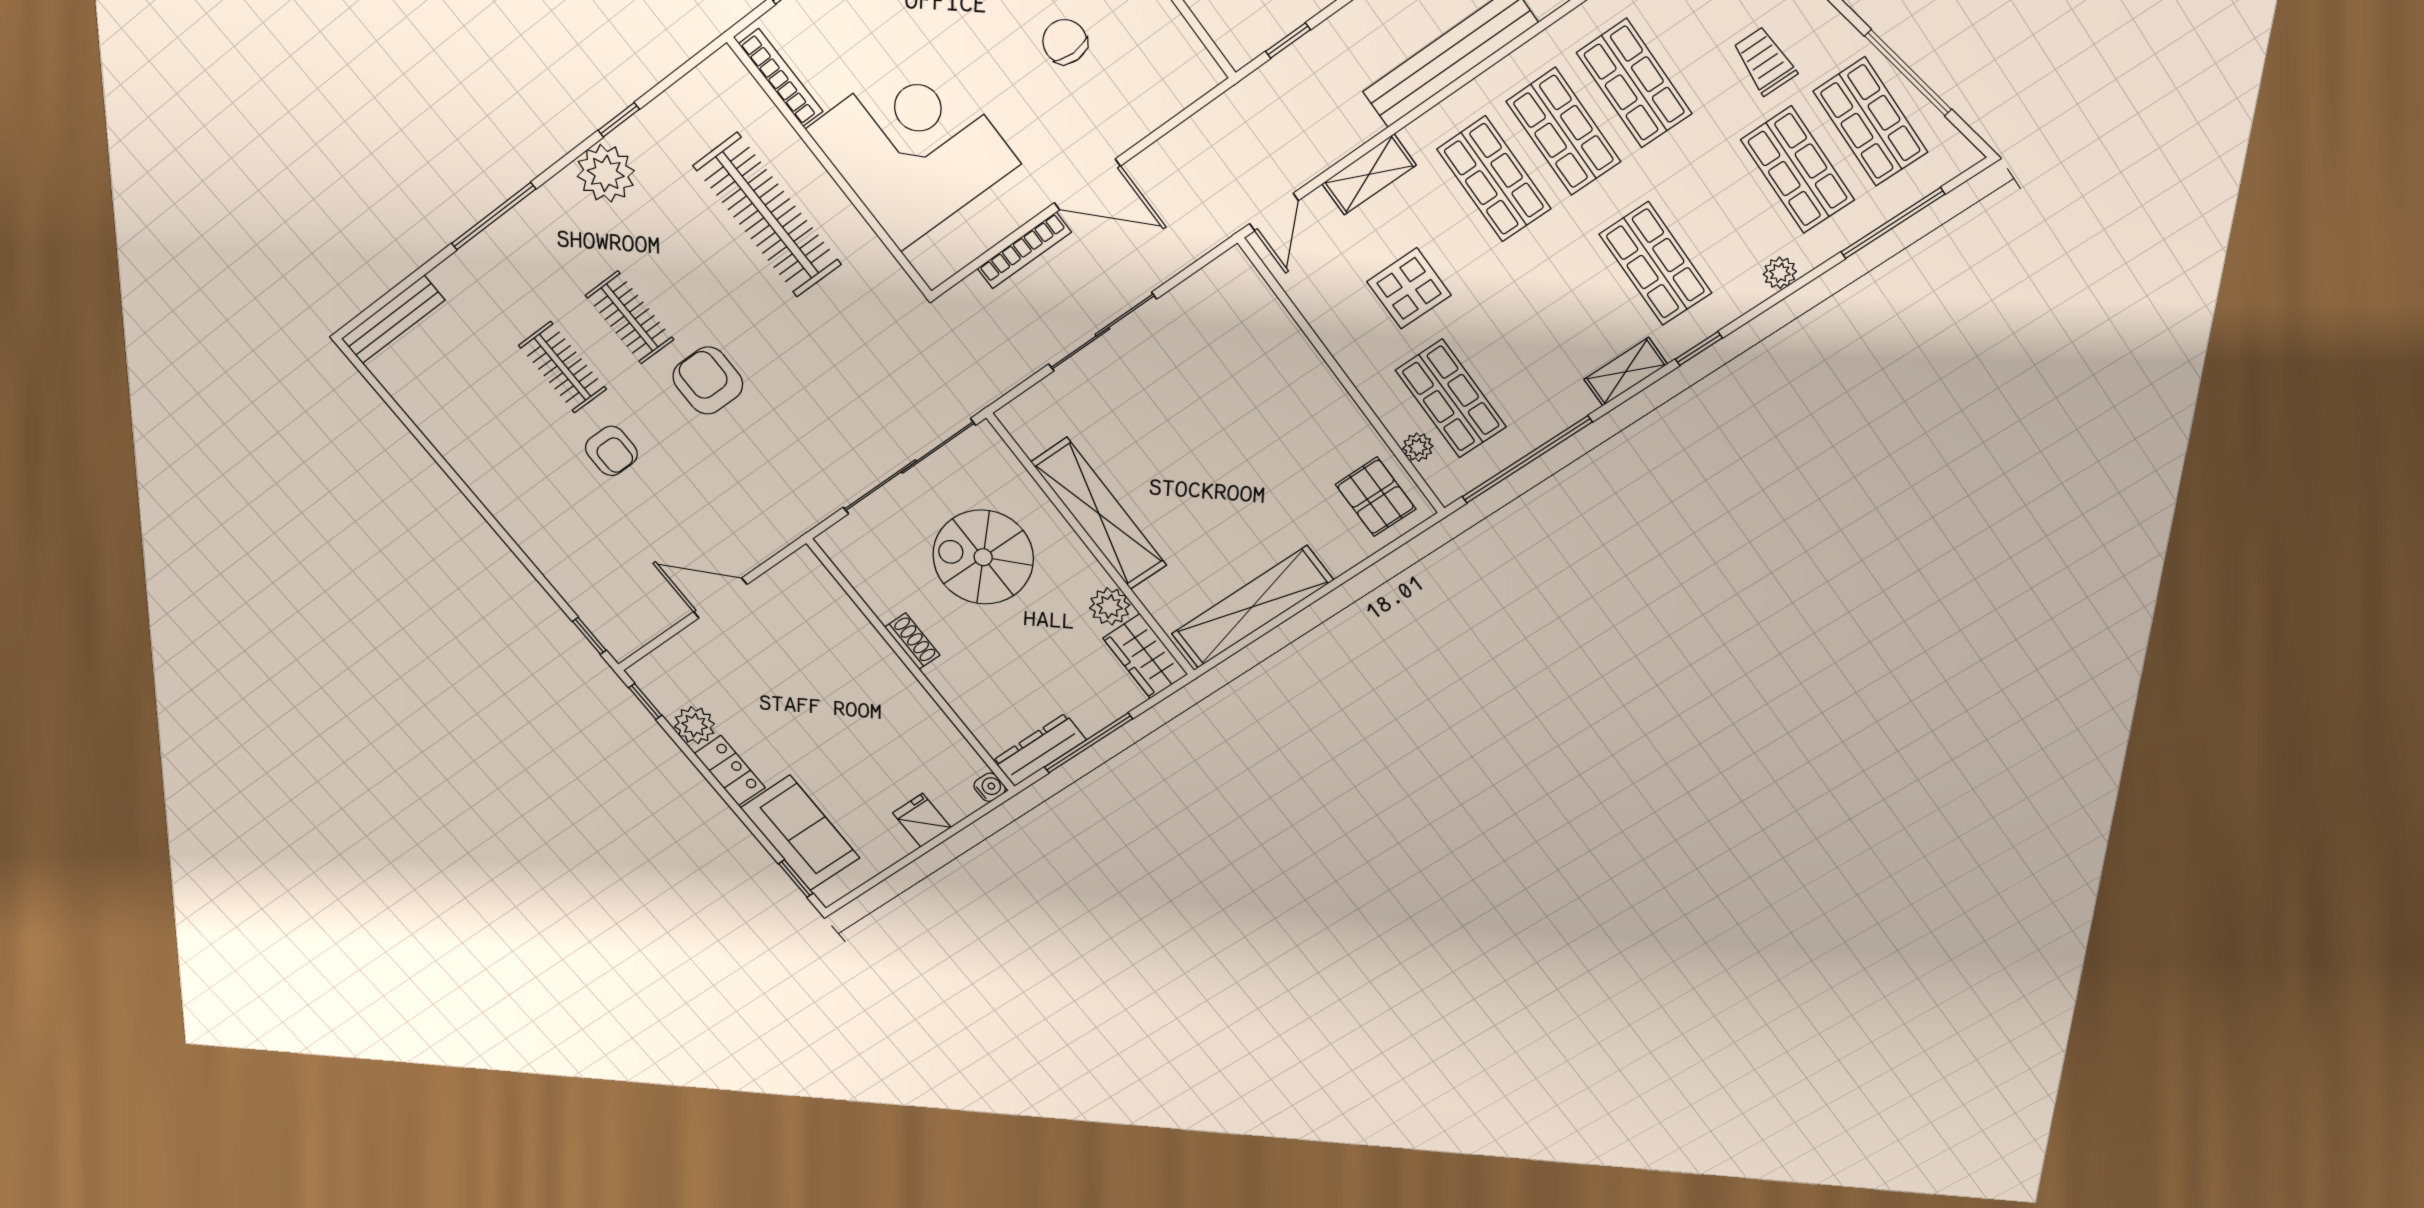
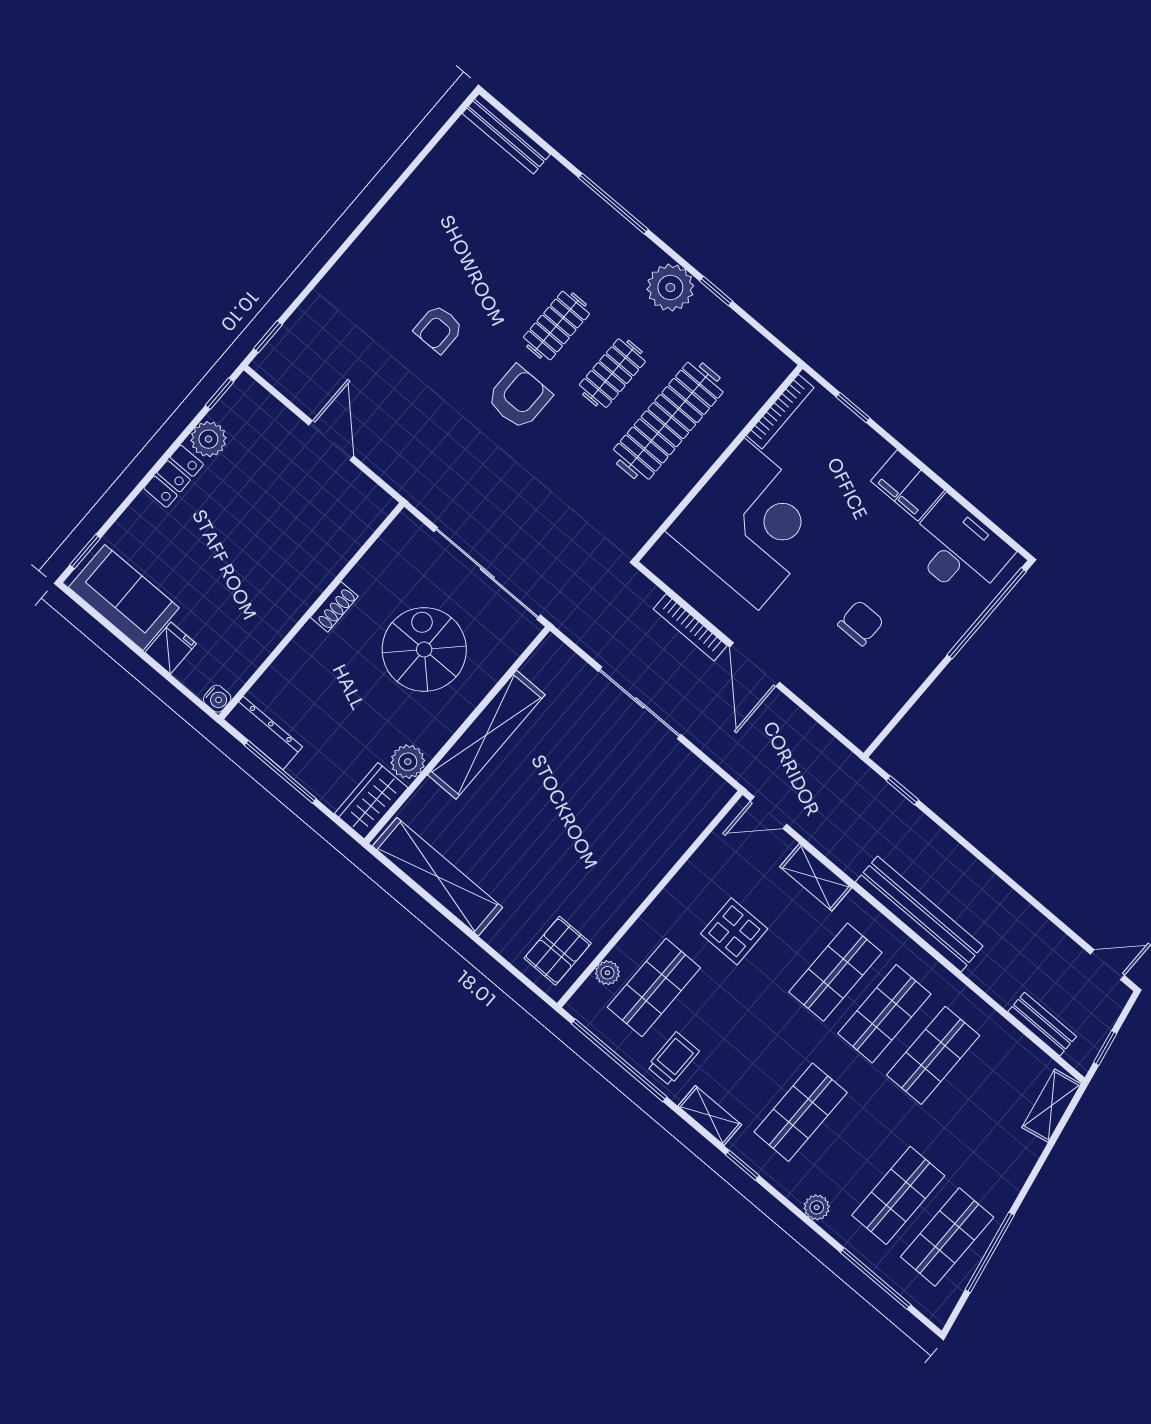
trolley: (1765, 61) -> (673, 1059), moved
clothes rail: (563, 367) -> (612, 373), moved
sofa: (800, 833) -> (124, 598), moved, turned -90

